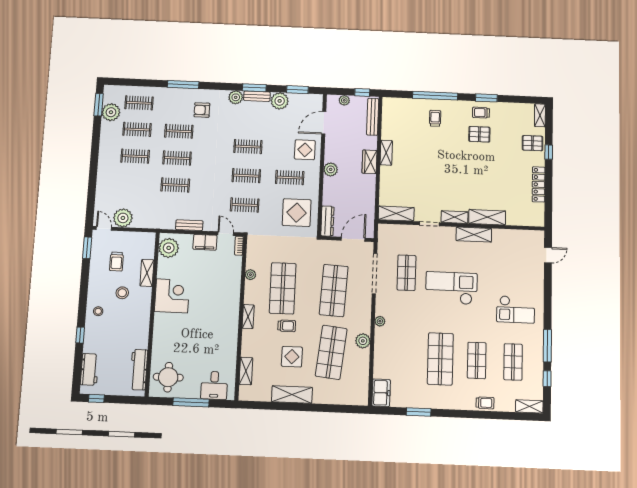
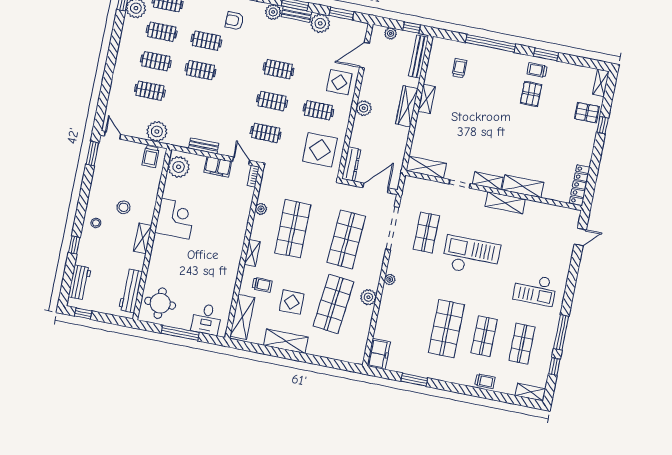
trolley: (435, 118) -> (459, 68), moved
pallet: (479, 134) -> (531, 94), turned 90
wardrobe: (370, 162) -> (407, 106), width x1.50
locker: (539, 184) -> (580, 185), moved
clothes rail: (175, 185) -> (150, 91), moved
plant: (123, 218) -> (157, 132), moved
trolley: (116, 261) -> (151, 157), moved
shelving: (147, 273) -> (143, 238), moved
trolley: (287, 326) -> (262, 285), moved
shelving: (246, 371) -> (242, 317), width x1.50, depth x1.33

